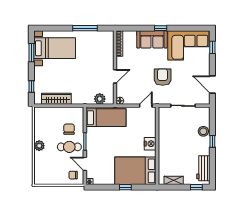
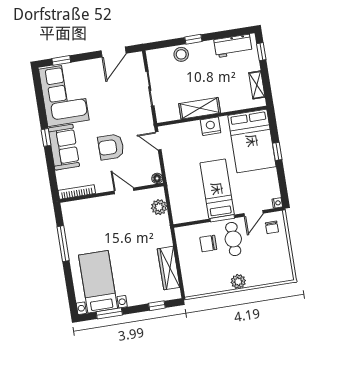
armchair: (163, 77) -> (111, 147), moved
bed: (106, 118) -> (217, 189), moved
shelving: (164, 138) -> (200, 108), added

